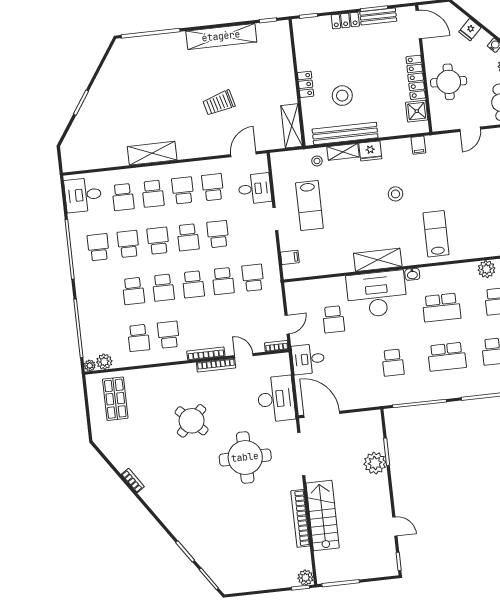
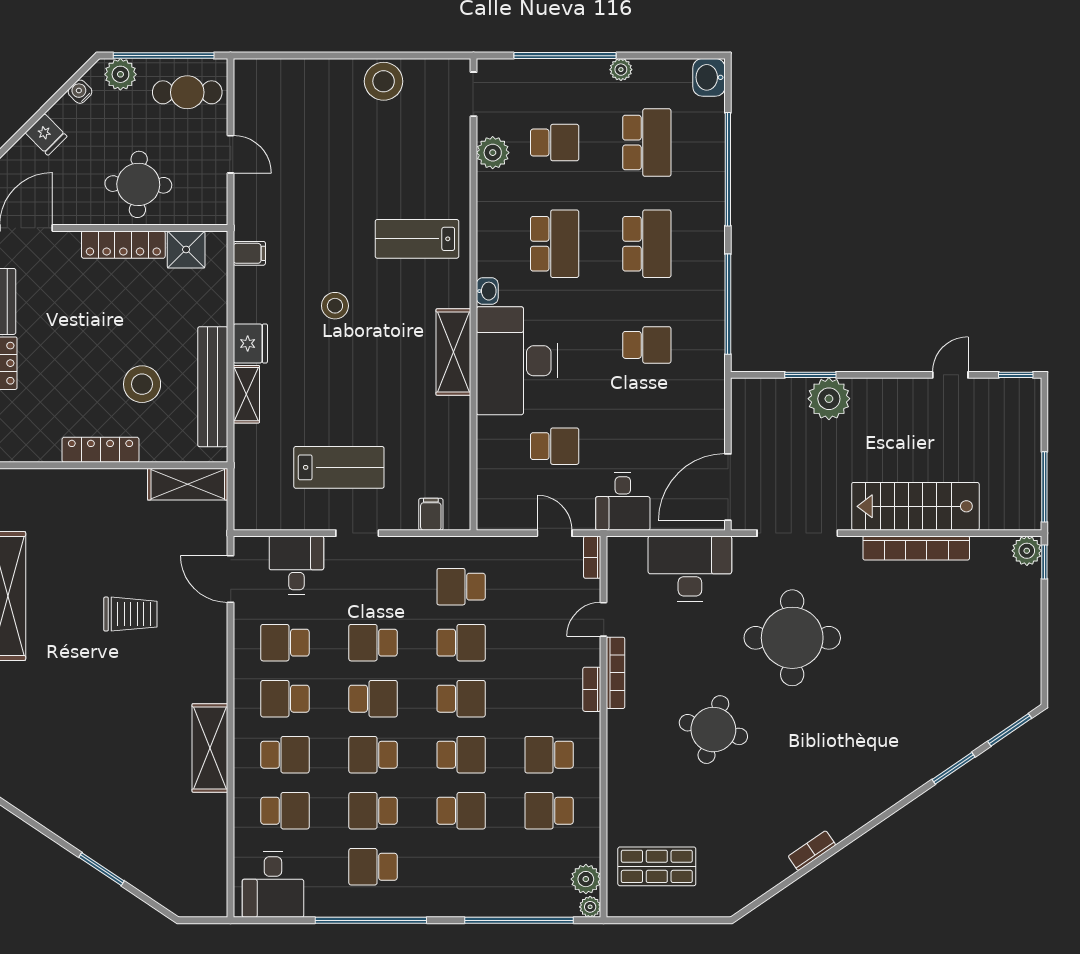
locker: (306, 84) -> (101, 450), width x1.53
trolley: (219, 103) -> (130, 614), turned -75
stool: (317, 161) -> (258, 444), removed
school desk: (139, 338) -> (549, 811), turned 180
bookcase: (206, 354) -> (592, 689), width x0.64
round table: (192, 421) -> (713, 730), turned -30

